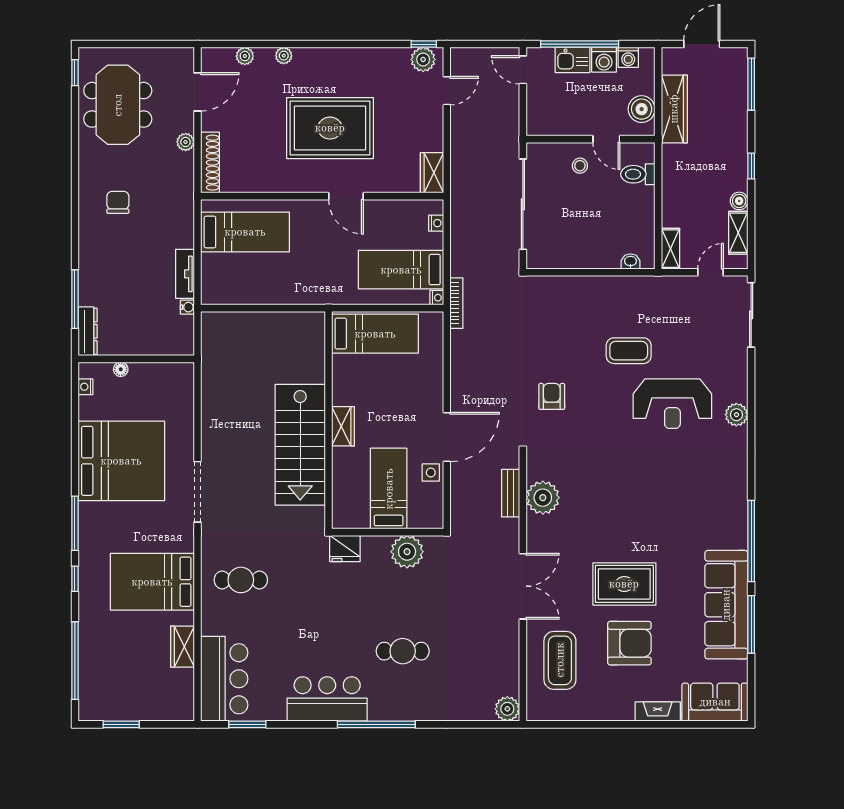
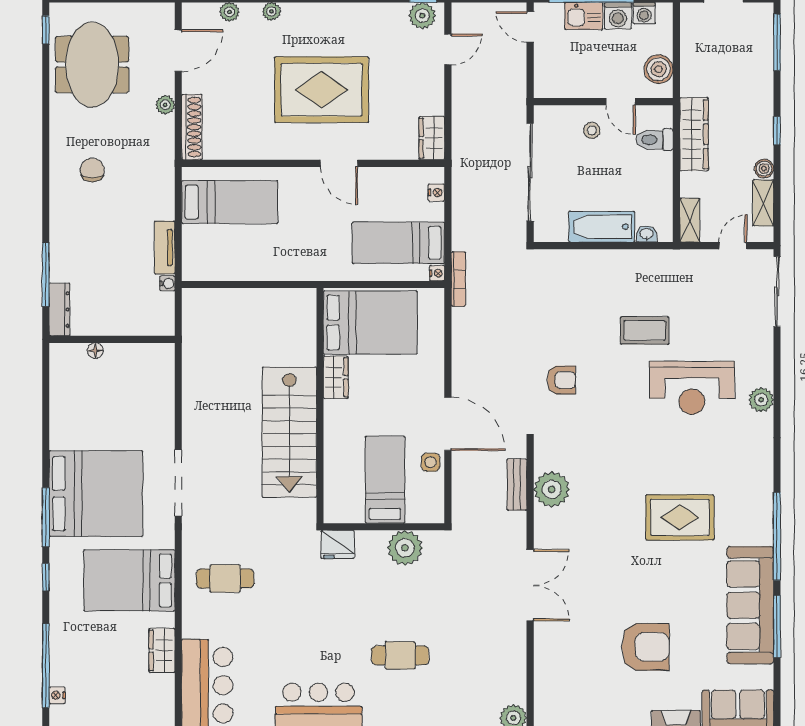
wardrobe: (674, 109) -> (694, 134), moved
bathtub: (589, 255) -> (602, 227), added
bed: (375, 334) -> (370, 322), width x1.50
nightstand: (85, 387) -> (57, 695), moved
armchair: (552, 396) -> (561, 380), turned 90
wardrobe: (343, 426) -> (336, 377), moved
door: (447, 437) -> (448, 424), hinge flipped
bed: (121, 461) -> (96, 494), moved
rug: (624, 584) -> (680, 517), moved
coffee table: (560, 660) -> (570, 665), removed

